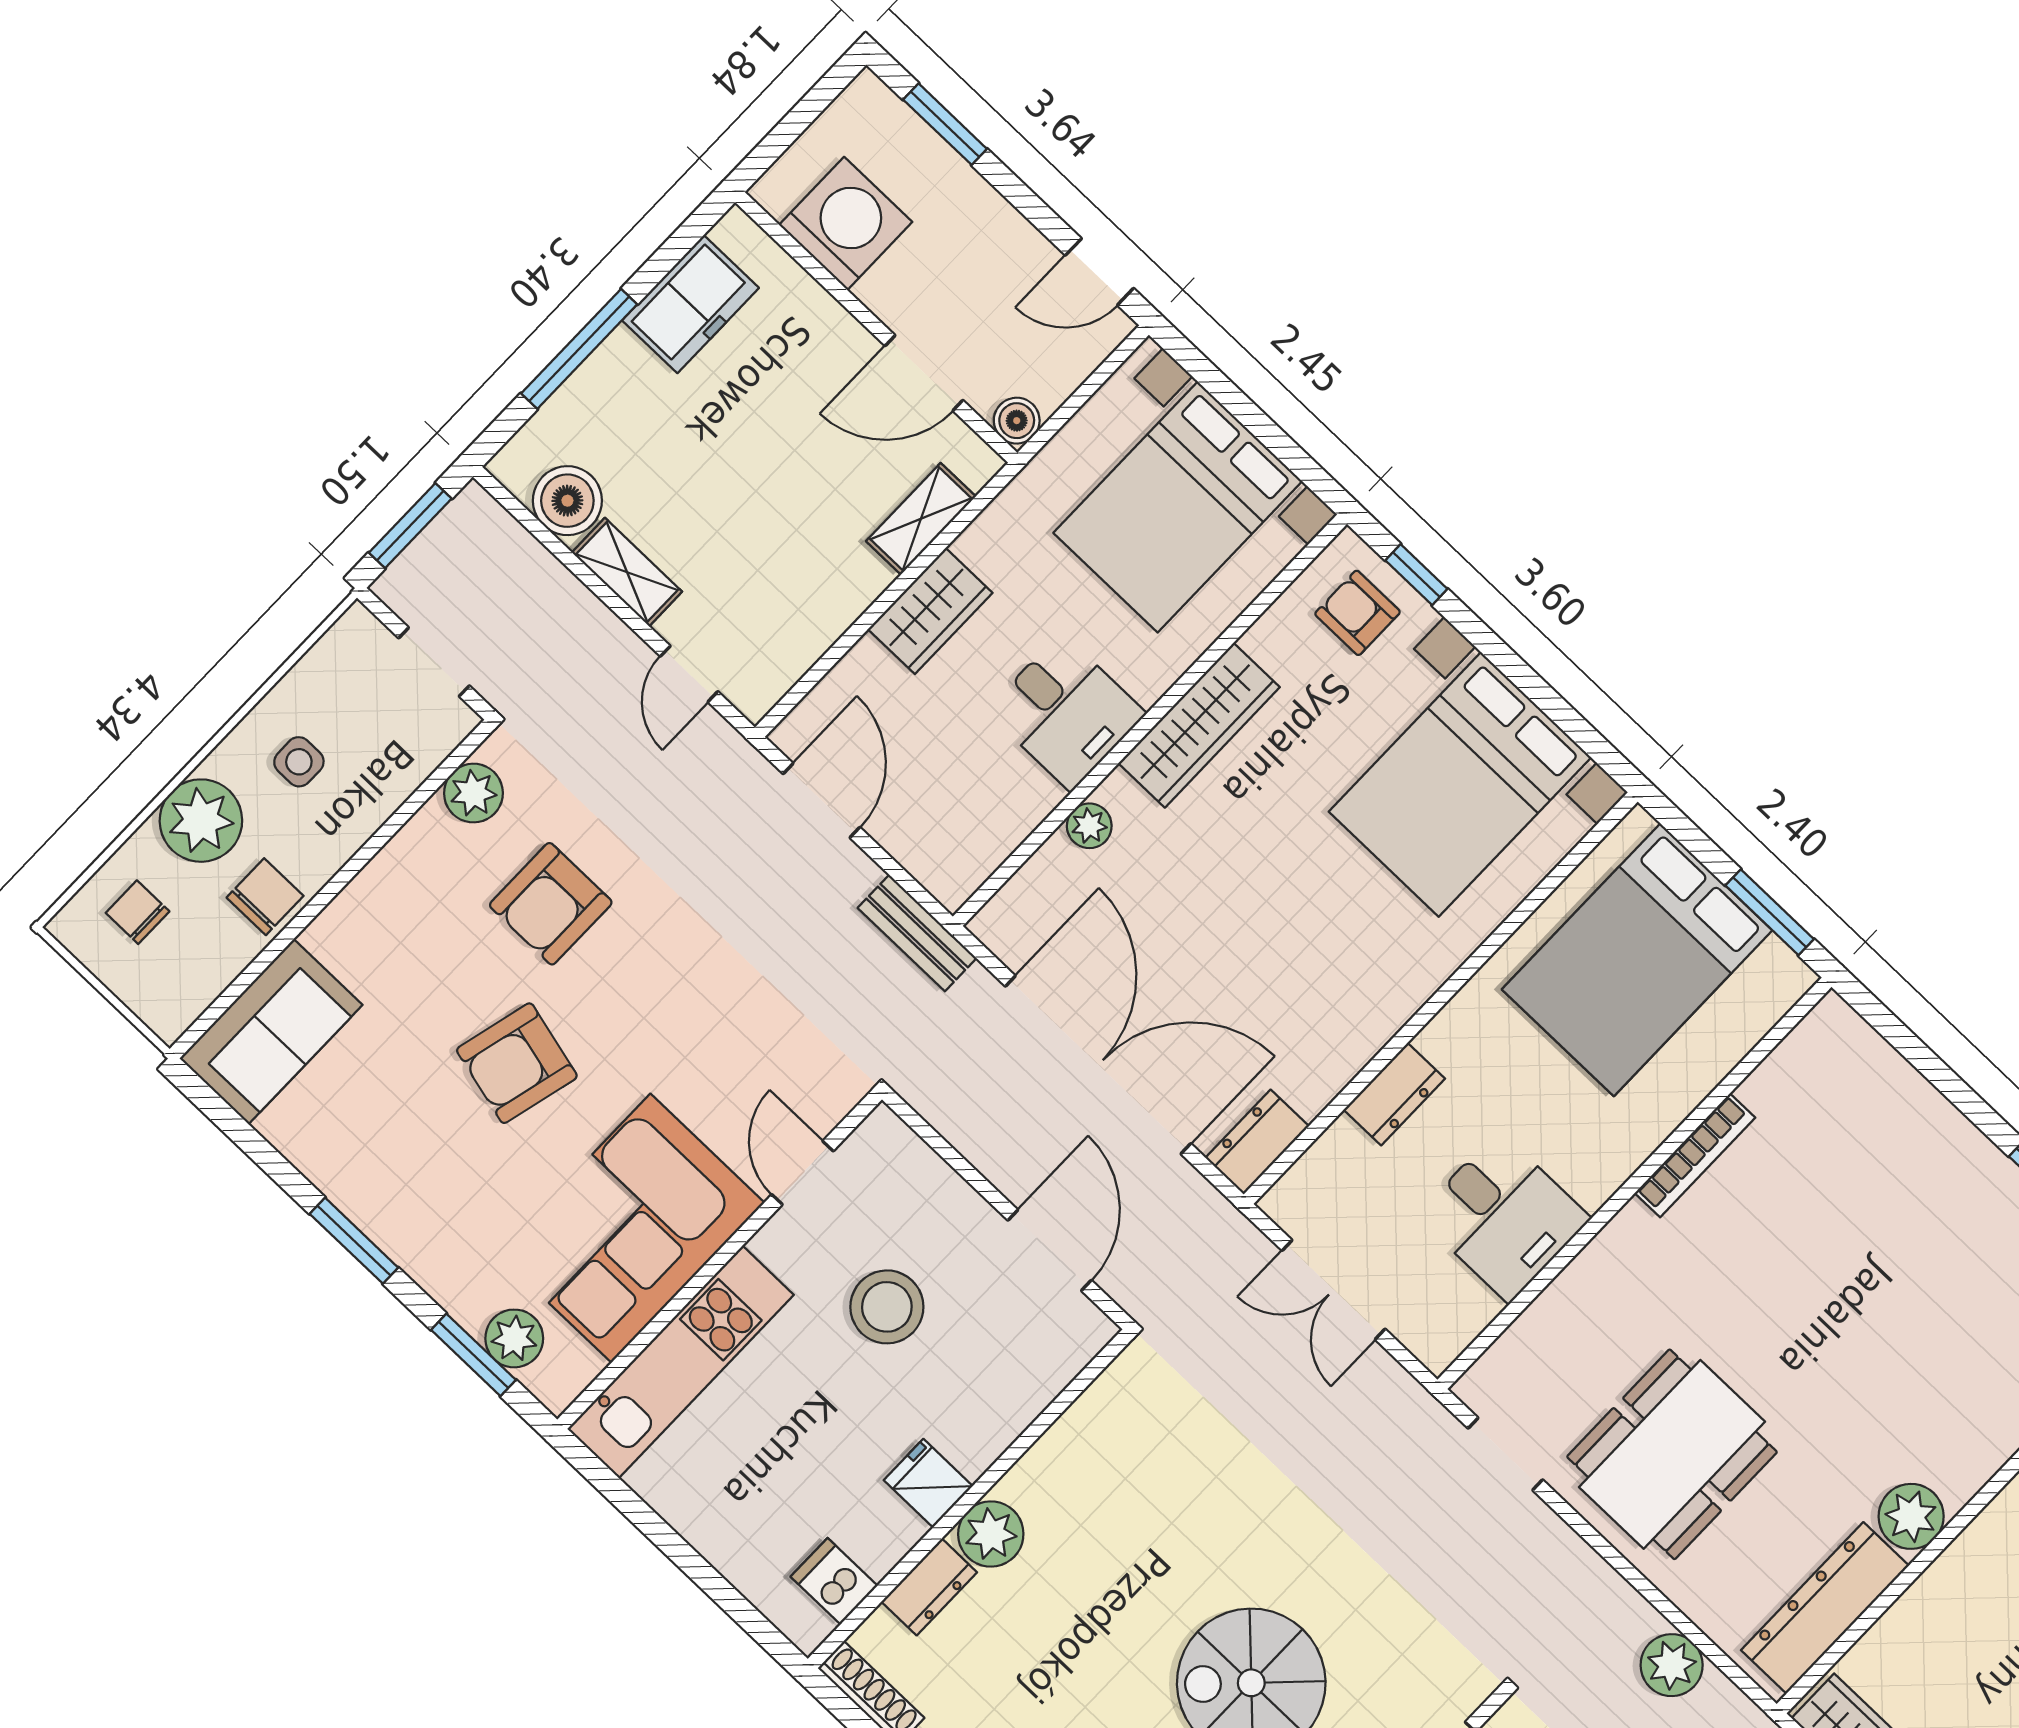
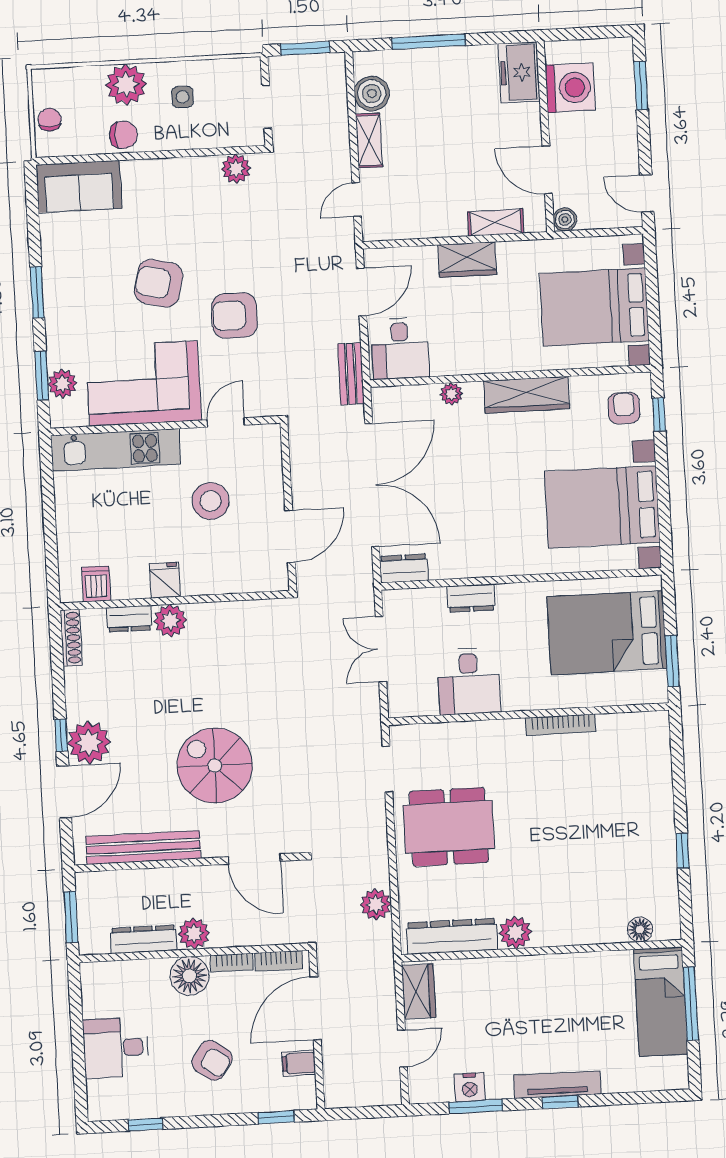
freezer: (690, 304) -> (519, 72), moved, turned 90
desk: (1066, 712) -> (400, 348), moved
armchair: (551, 904) -> (234, 315), moved
chair: (138, 912) -> (50, 120), moved

